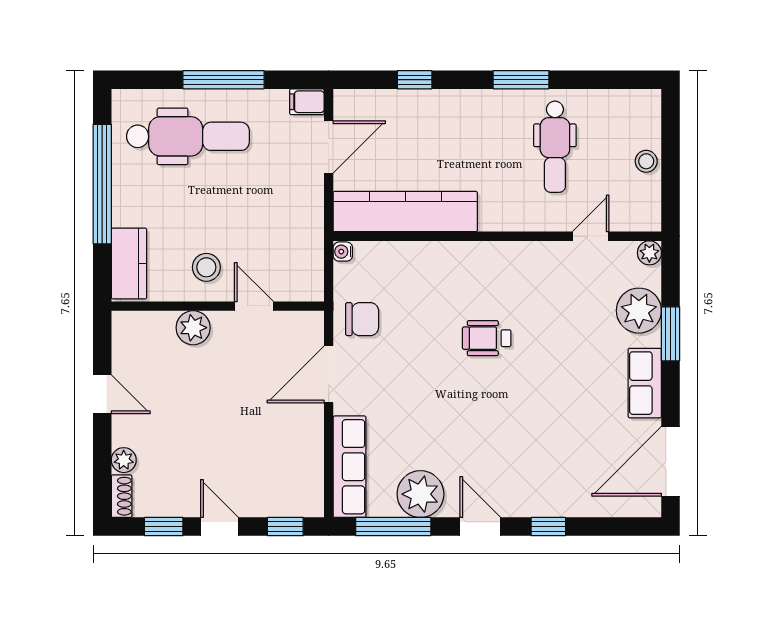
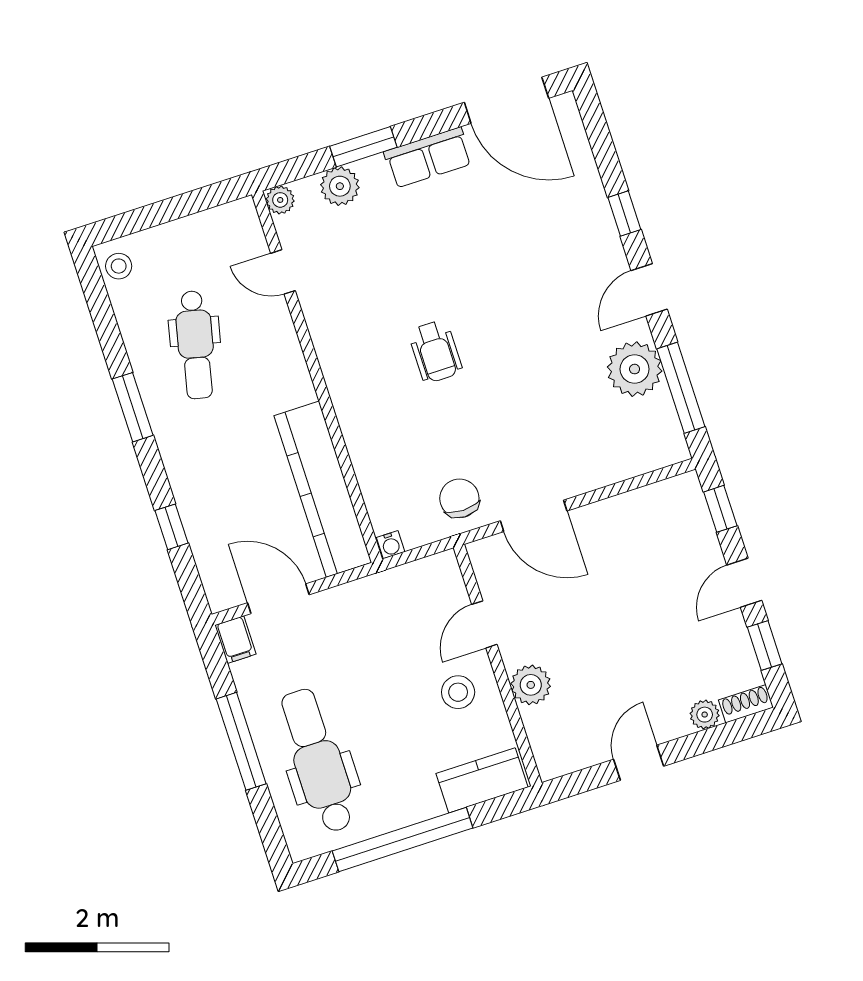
dental chair: (555, 147) -> (196, 345), turned 103
stool: (646, 161) -> (119, 266), moved
plant: (639, 311) -> (340, 186), width x0.73, depth x0.73
row of seats: (350, 467) -> (630, 459), removed

